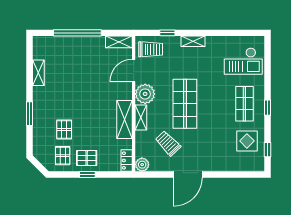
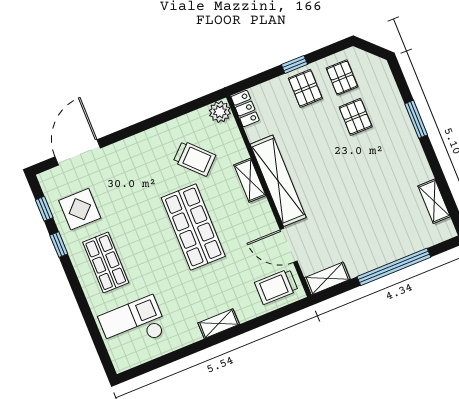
window: (167, 33) -> (262, 321), removed
door: (134, 70) -> (289, 245), swing flipped
shelving: (38, 73) -> (434, 201), moved
plant: (145, 94) -> (258, 218), removed
window: (268, 108) -> (59, 245), moved
shelving: (125, 119) -> (278, 181), width x1.47
pallet: (87, 158) -> (305, 88), turned 90
door: (188, 175) -> (78, 152), moved

